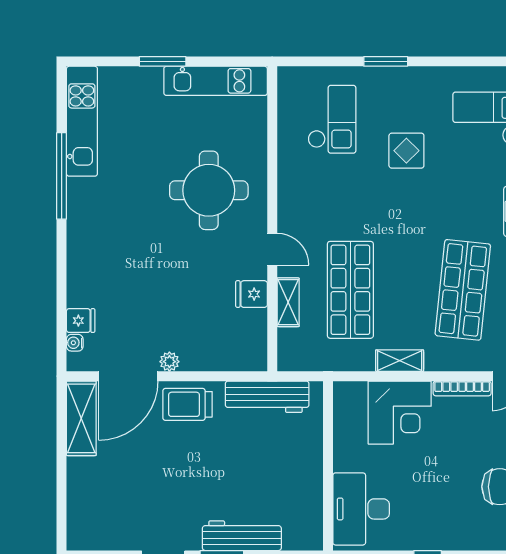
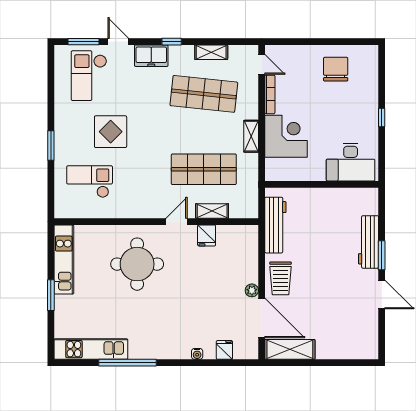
display table: (406, 151) -> (111, 132), width x1.36, depth x1.36
water cooler: (75, 343) -> (197, 354), moved

